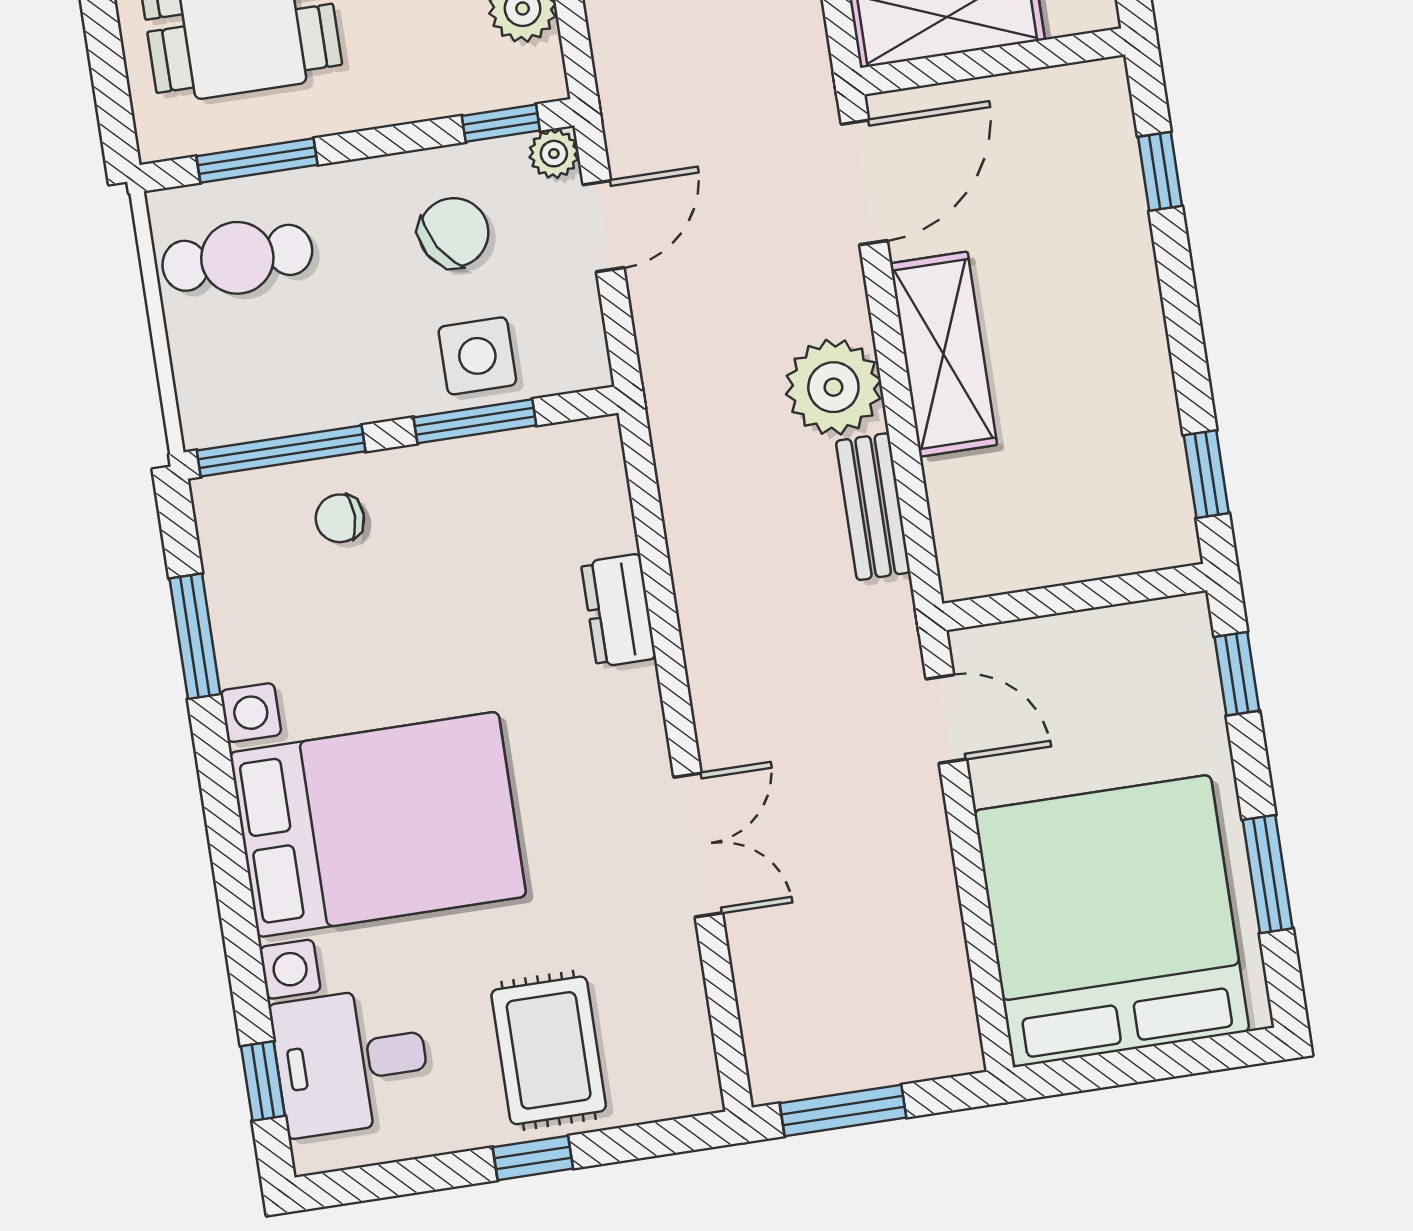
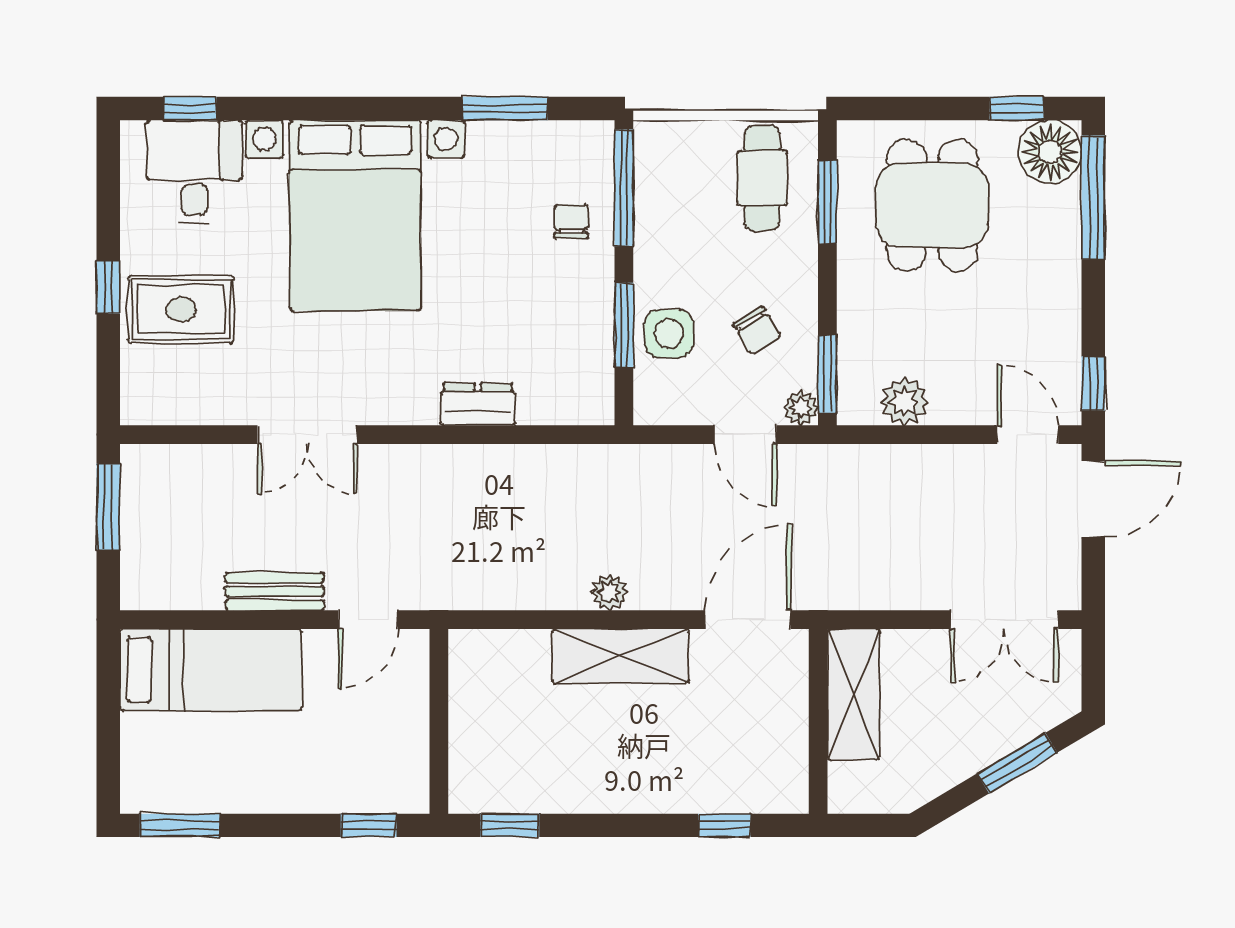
window: (501, 123) -> (827, 374), width x1.50
door: (864, 182) -> (748, 620), swing flipped
chair: (454, 233) -> (757, 330), width x0.73, depth x0.73
plant: (833, 387) -> (610, 592), width x0.53, depth x0.53
bench: (873, 507) -> (275, 591), moved
window: (1268, 874) -> (180, 825), moved
bed: (1112, 921) -> (211, 670), width x0.49

